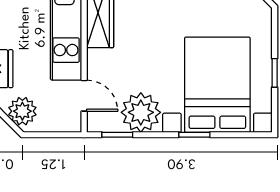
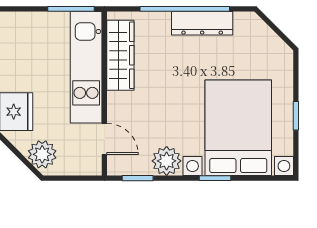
plant: (141, 112) -> (167, 161), width x0.73, depth x0.73

